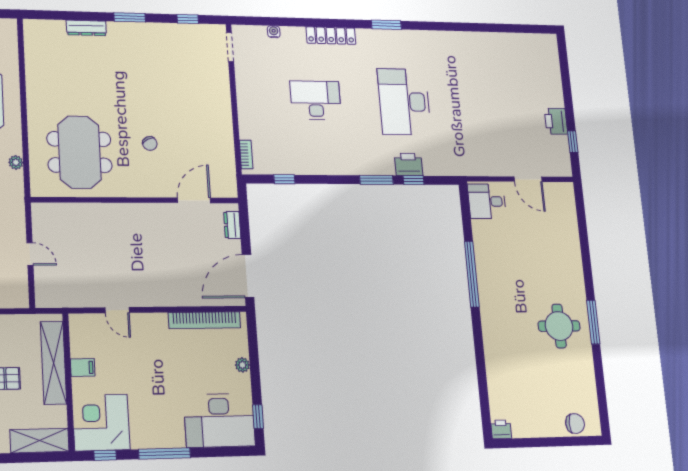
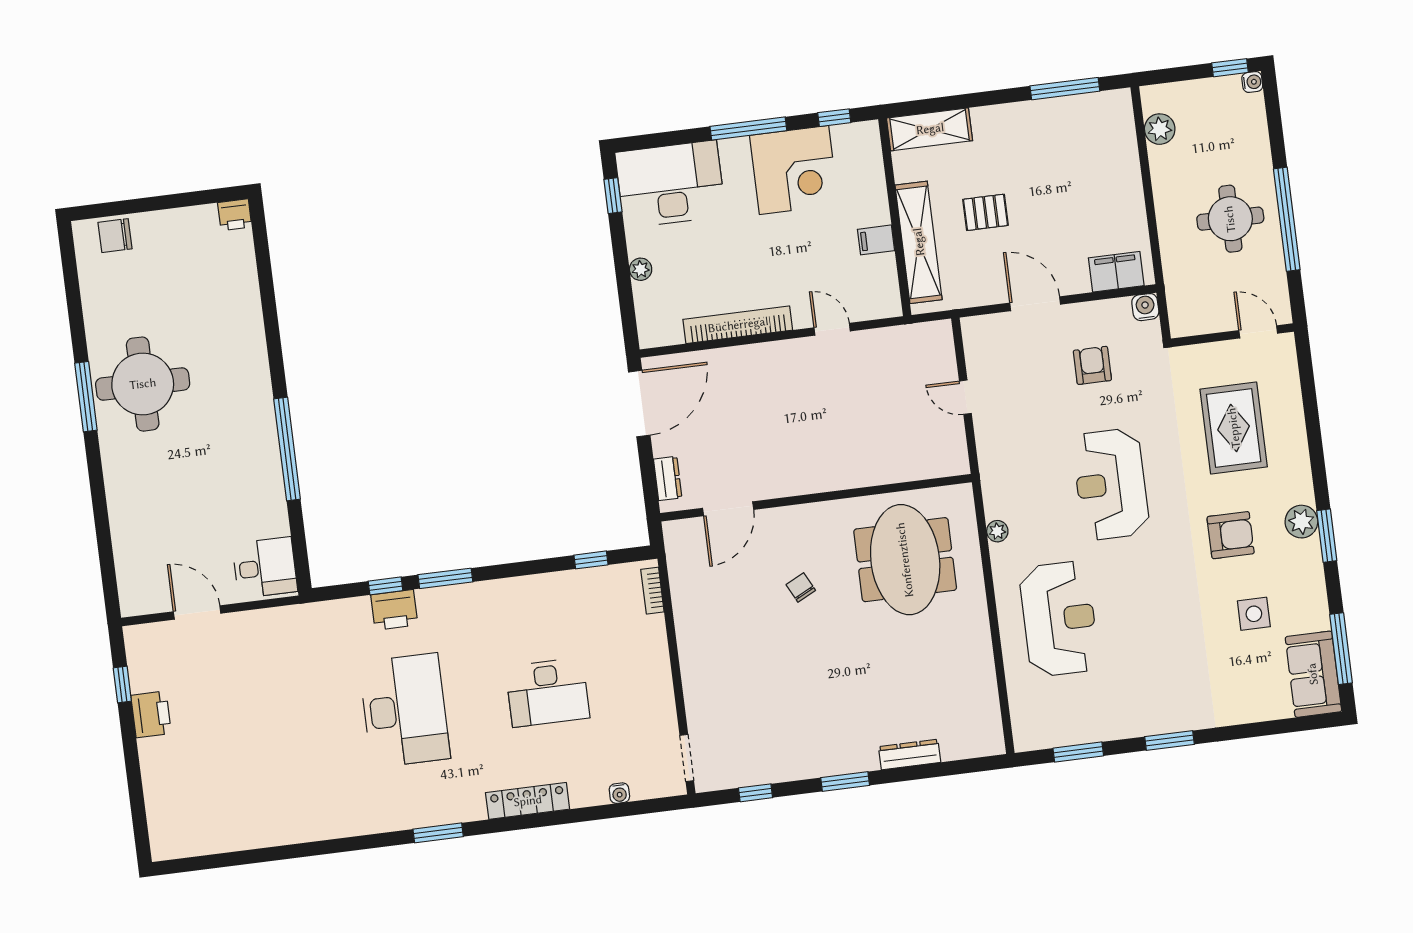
bookcase: (204, 320) -> (738, 325), moved
round table: (559, 326) -> (143, 384), width x1.36, depth x1.36
corner desk: (101, 422) -> (794, 170), moved

